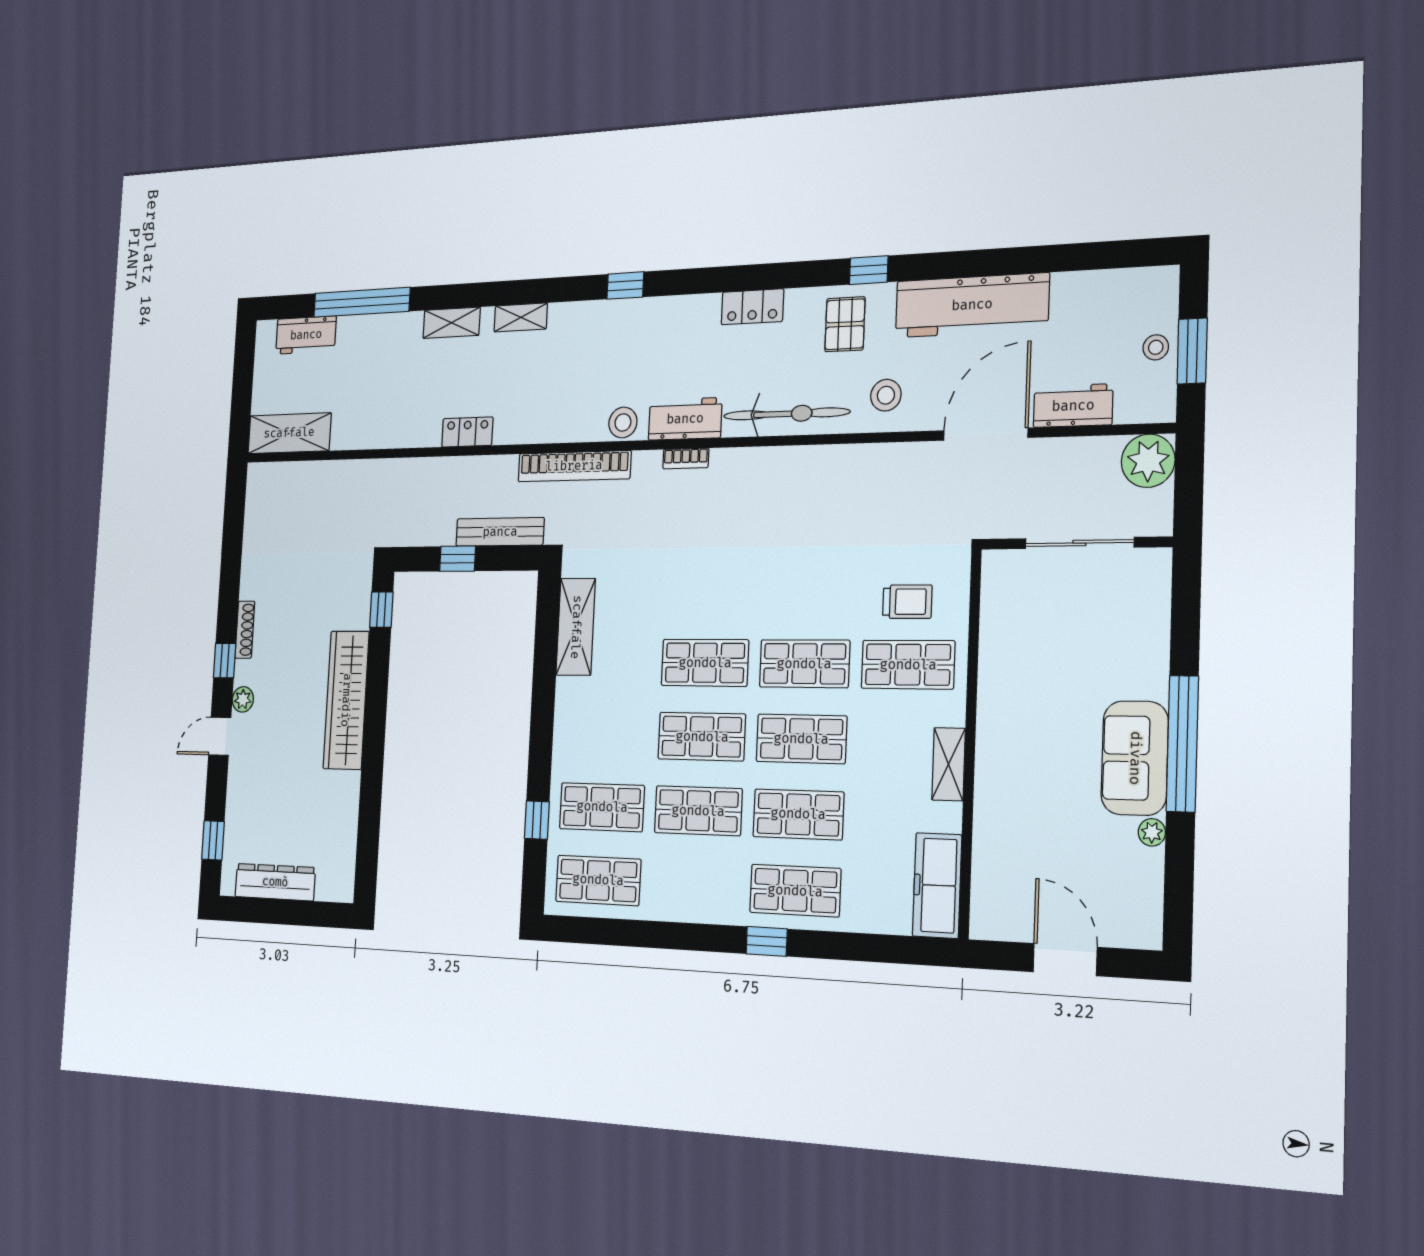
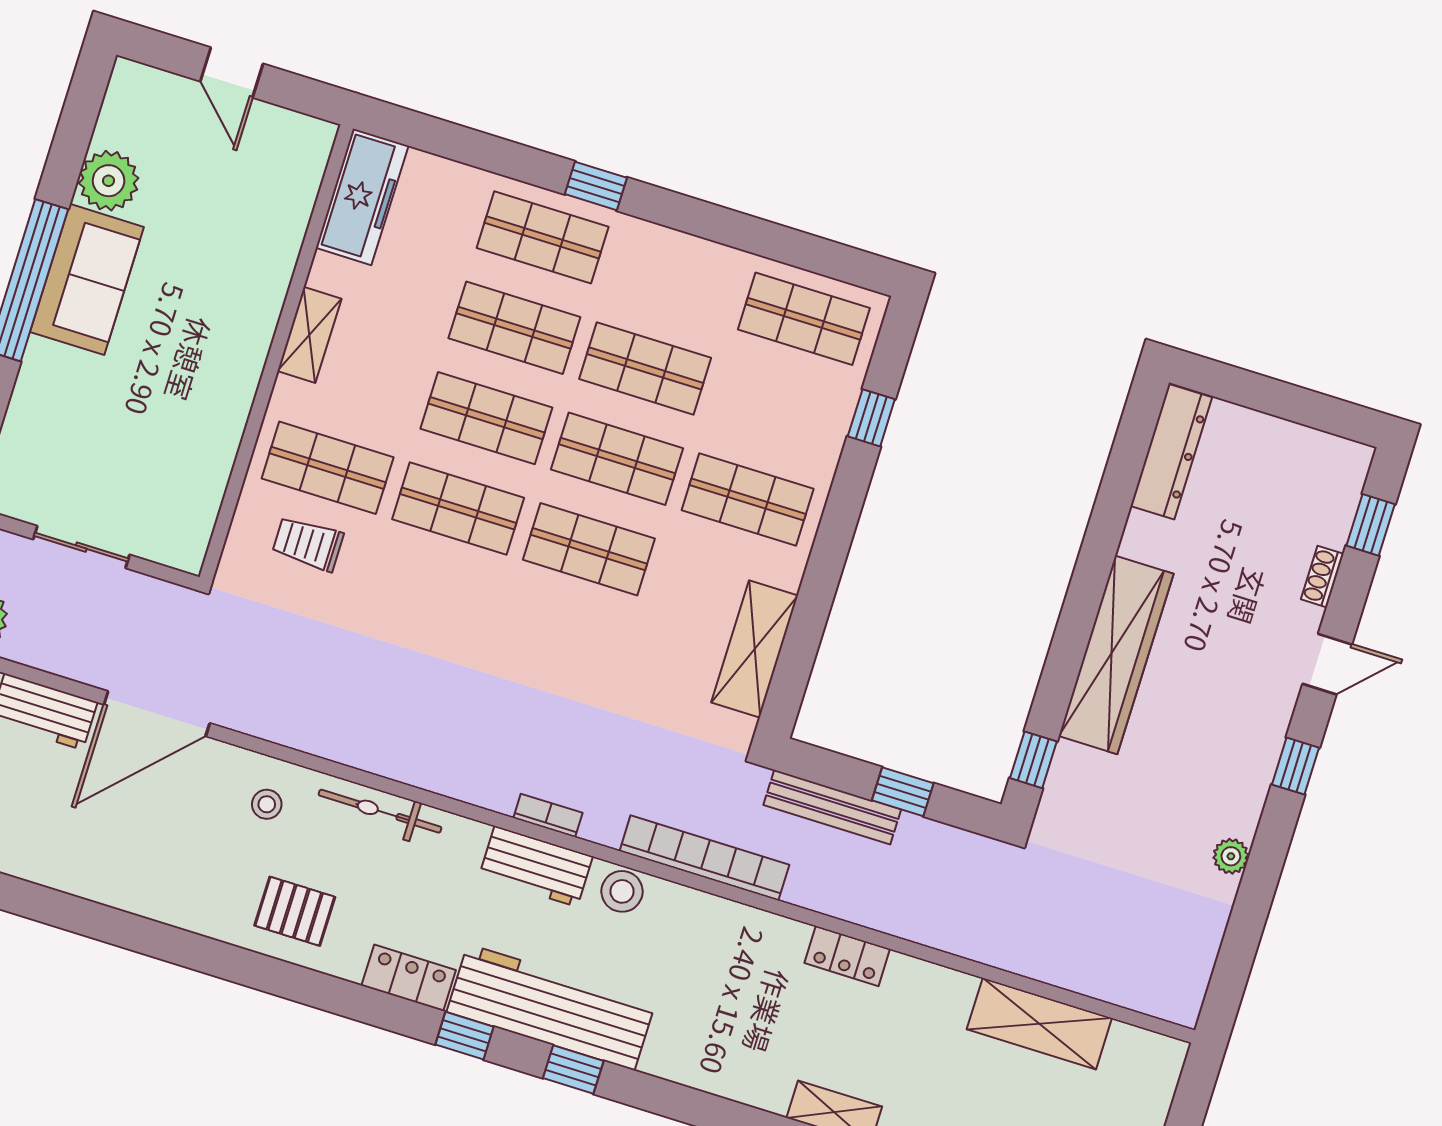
window: (869, 270) -> (464, 1036), moved
workbench: (972, 305) -> (551, 1007), moved
shelving: (521, 317) -> (732, 1082), removed
pallet: (845, 324) -> (295, 911), turned 90
stool: (886, 395) -> (267, 804), width x0.73, depth x0.73
bicycle: (786, 414) -> (380, 811), width x0.73, depth x0.71
shelving: (289, 433) -> (1039, 1024), moved
sliding door: (1079, 543) -> (81, 547), width x0.73
shoe rack: (245, 630) -> (1322, 577), moved, width x0.70
plant: (243, 699) -> (1231, 856), moved
shop shelf: (602, 807) -> (748, 500), moved
plant: (1152, 832) -> (109, 181), width x1.88, depth x1.88
dresser: (275, 882) -> (1171, 452), moved, turned -90
door: (1065, 960) -> (232, 72), width x0.73

